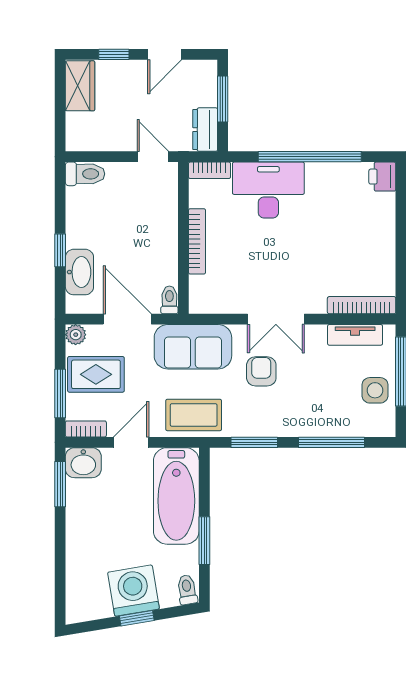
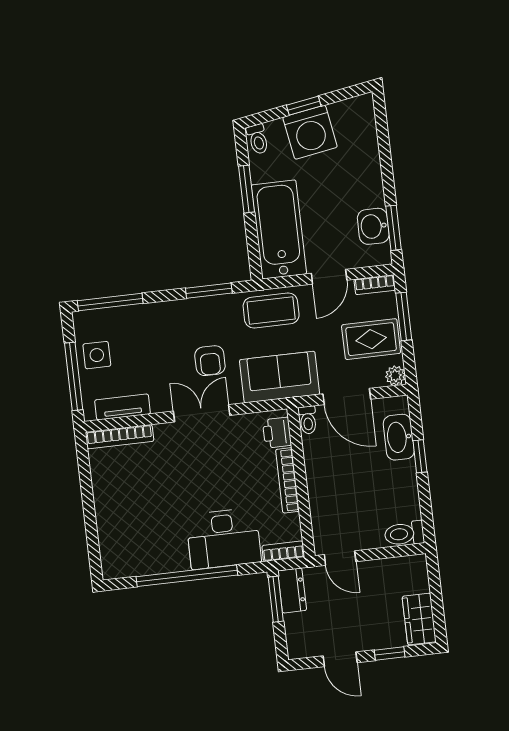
door: (165, 54) -> (340, 659), swing flipped
window: (223, 99) -> (276, 599), moved
printer: (382, 177) -> (277, 433), moved, turned 180
window: (331, 442) -> (110, 302), moved
washbasin: (83, 463) -> (373, 226), moved, turned -90

